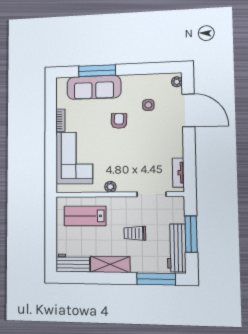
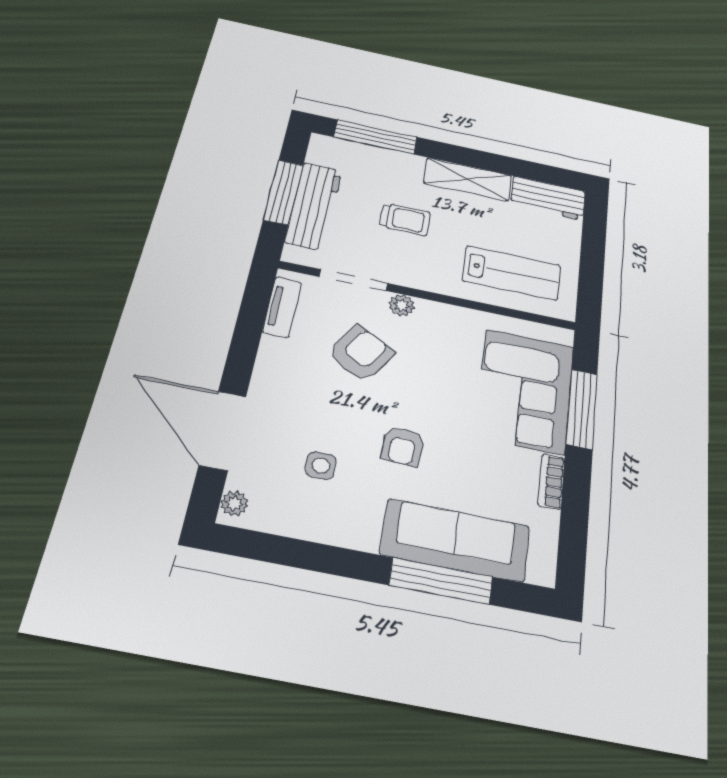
window: (51, 155) -> (582, 409), added
armchair: (142, 159) -> (361, 353), added
plant: (110, 187) -> (402, 305), moved
workbench: (177, 248) -> (314, 206), moved

